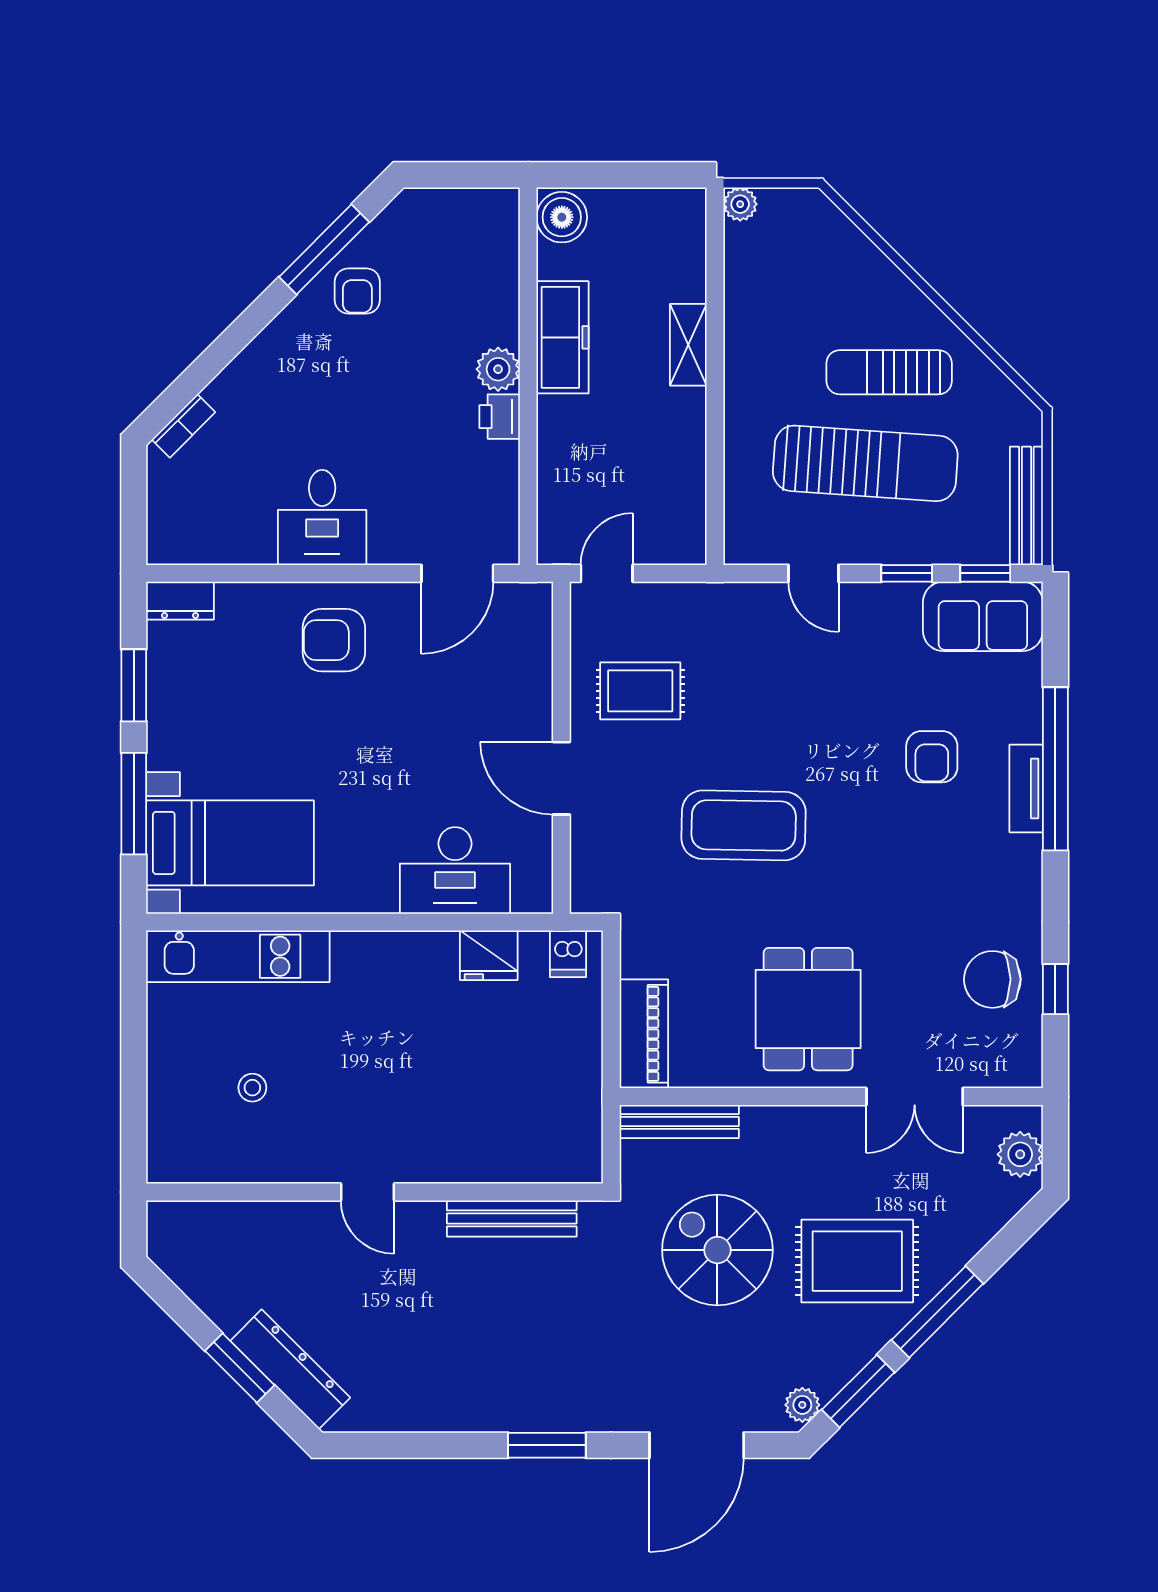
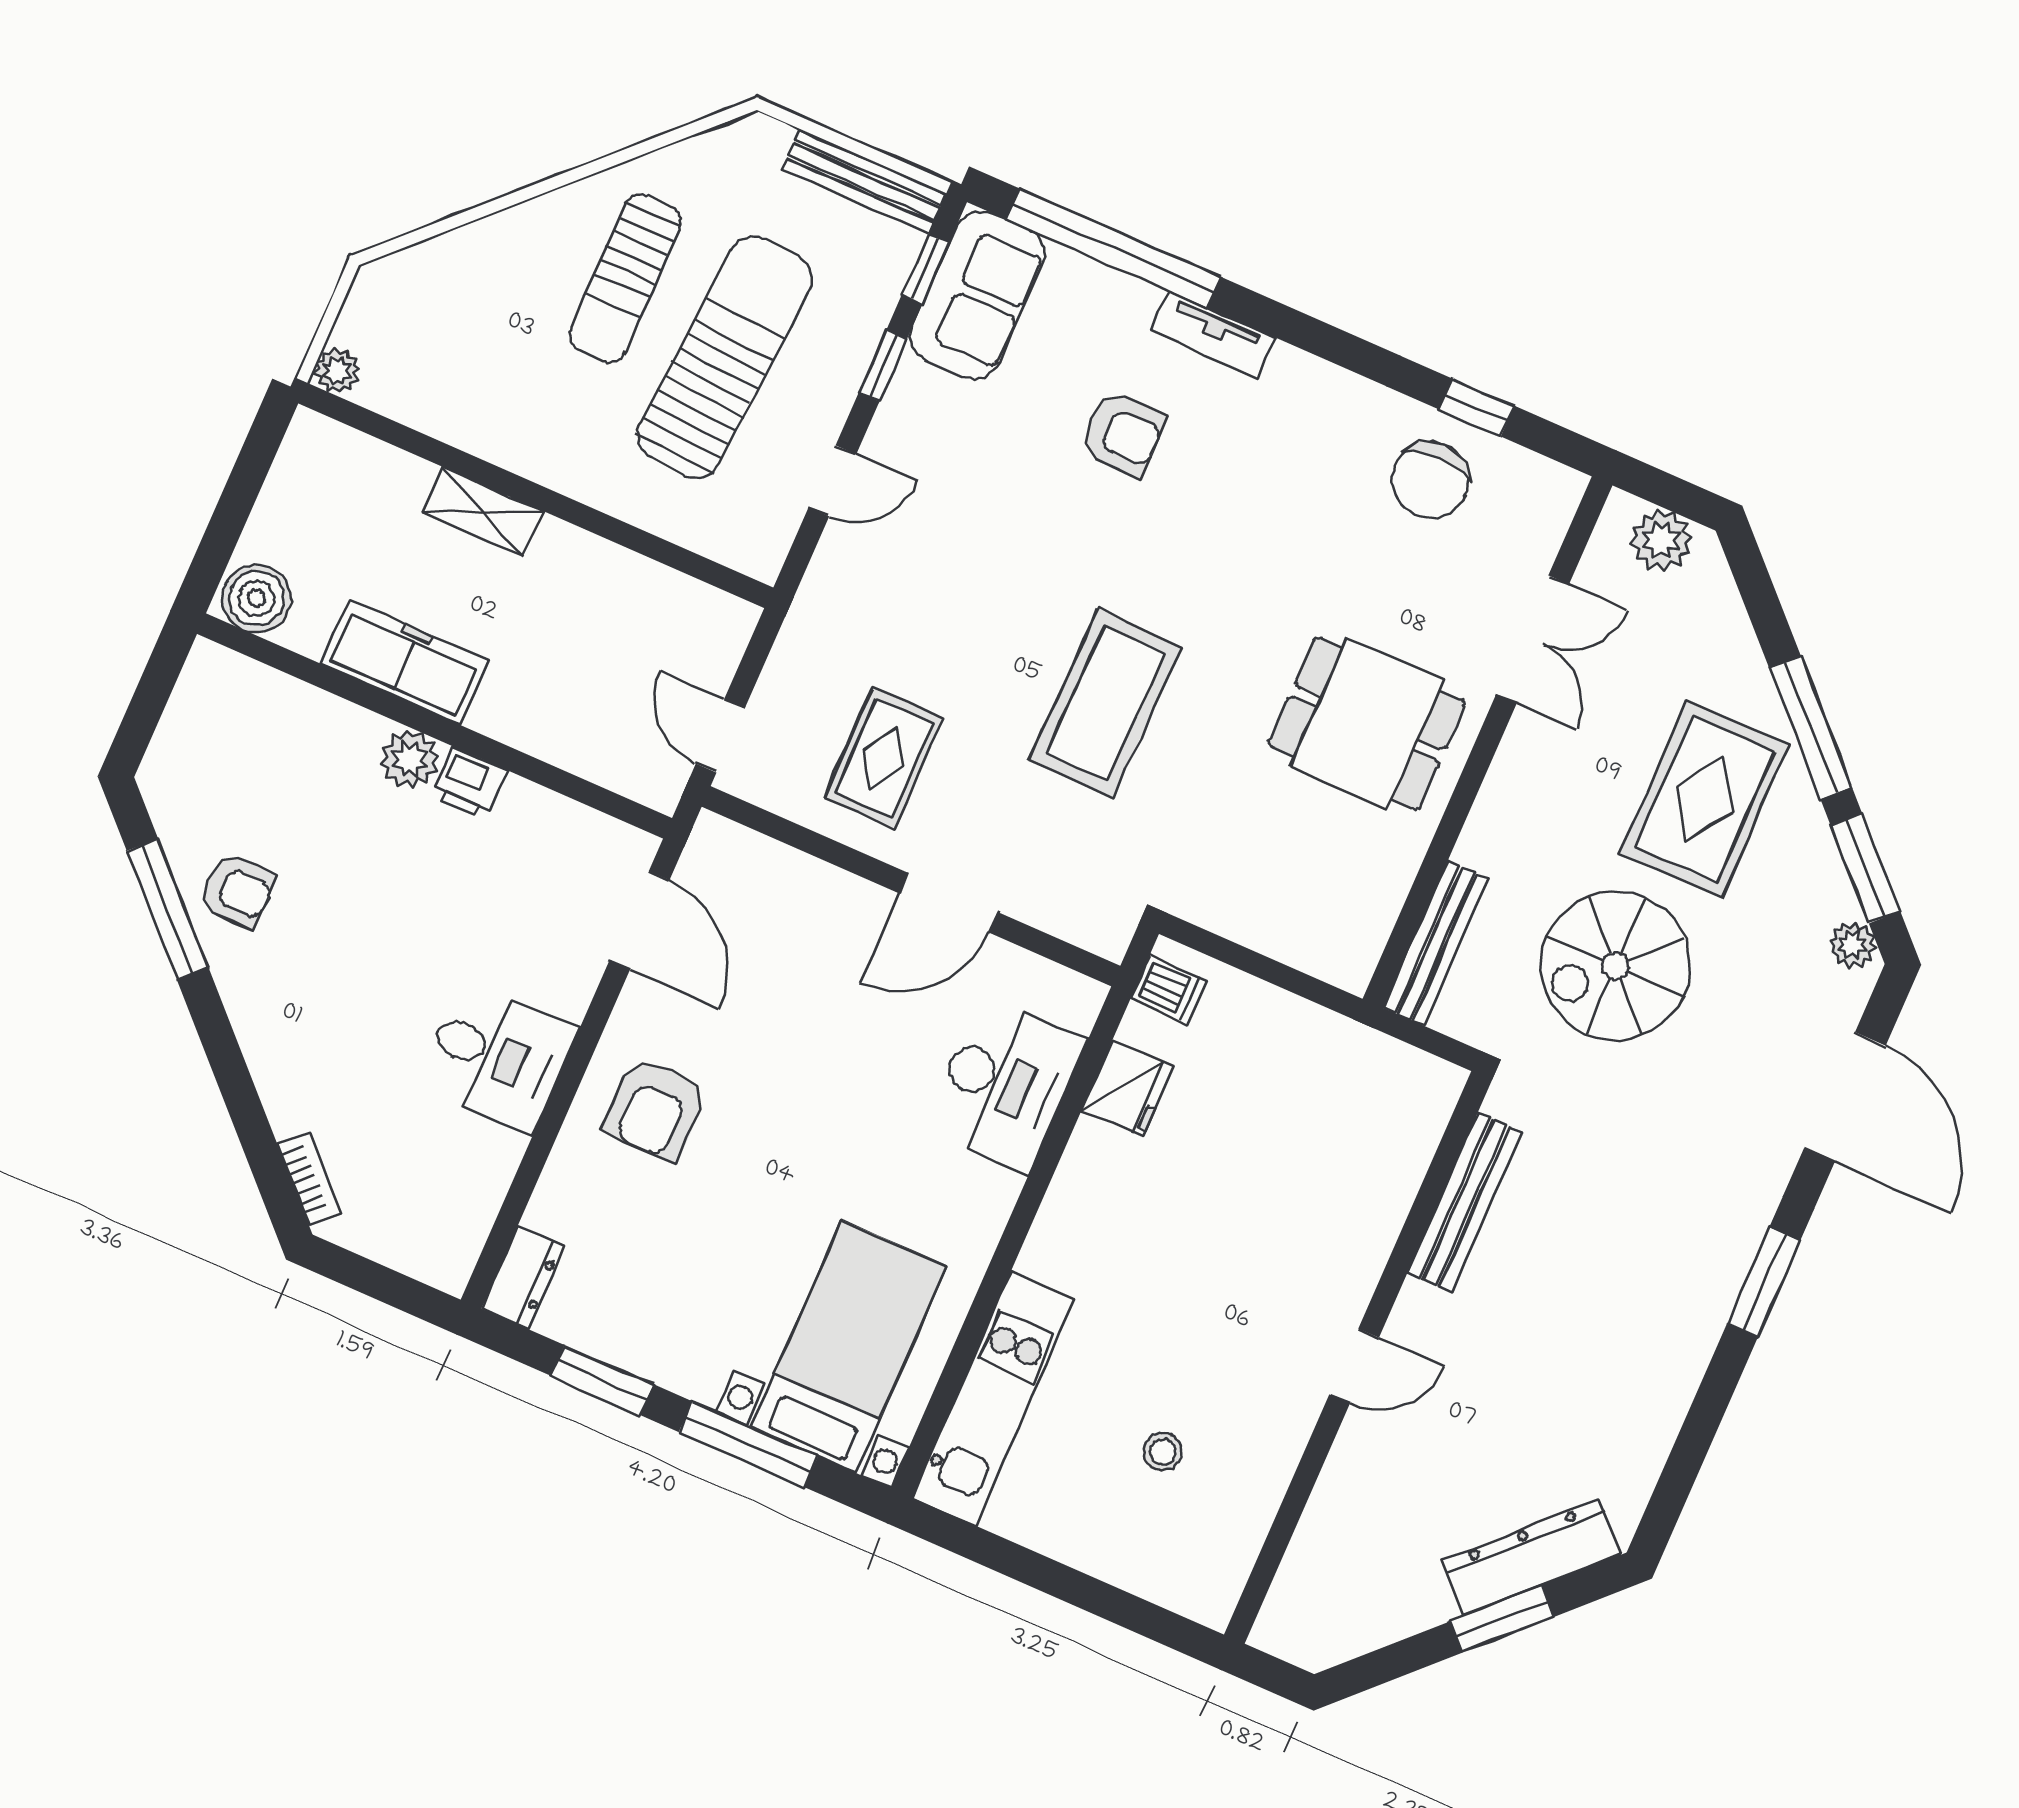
window: (1055, 769) -> (1114, 248), moved
piano: (644, 1034) -> (1309, 939), removed

